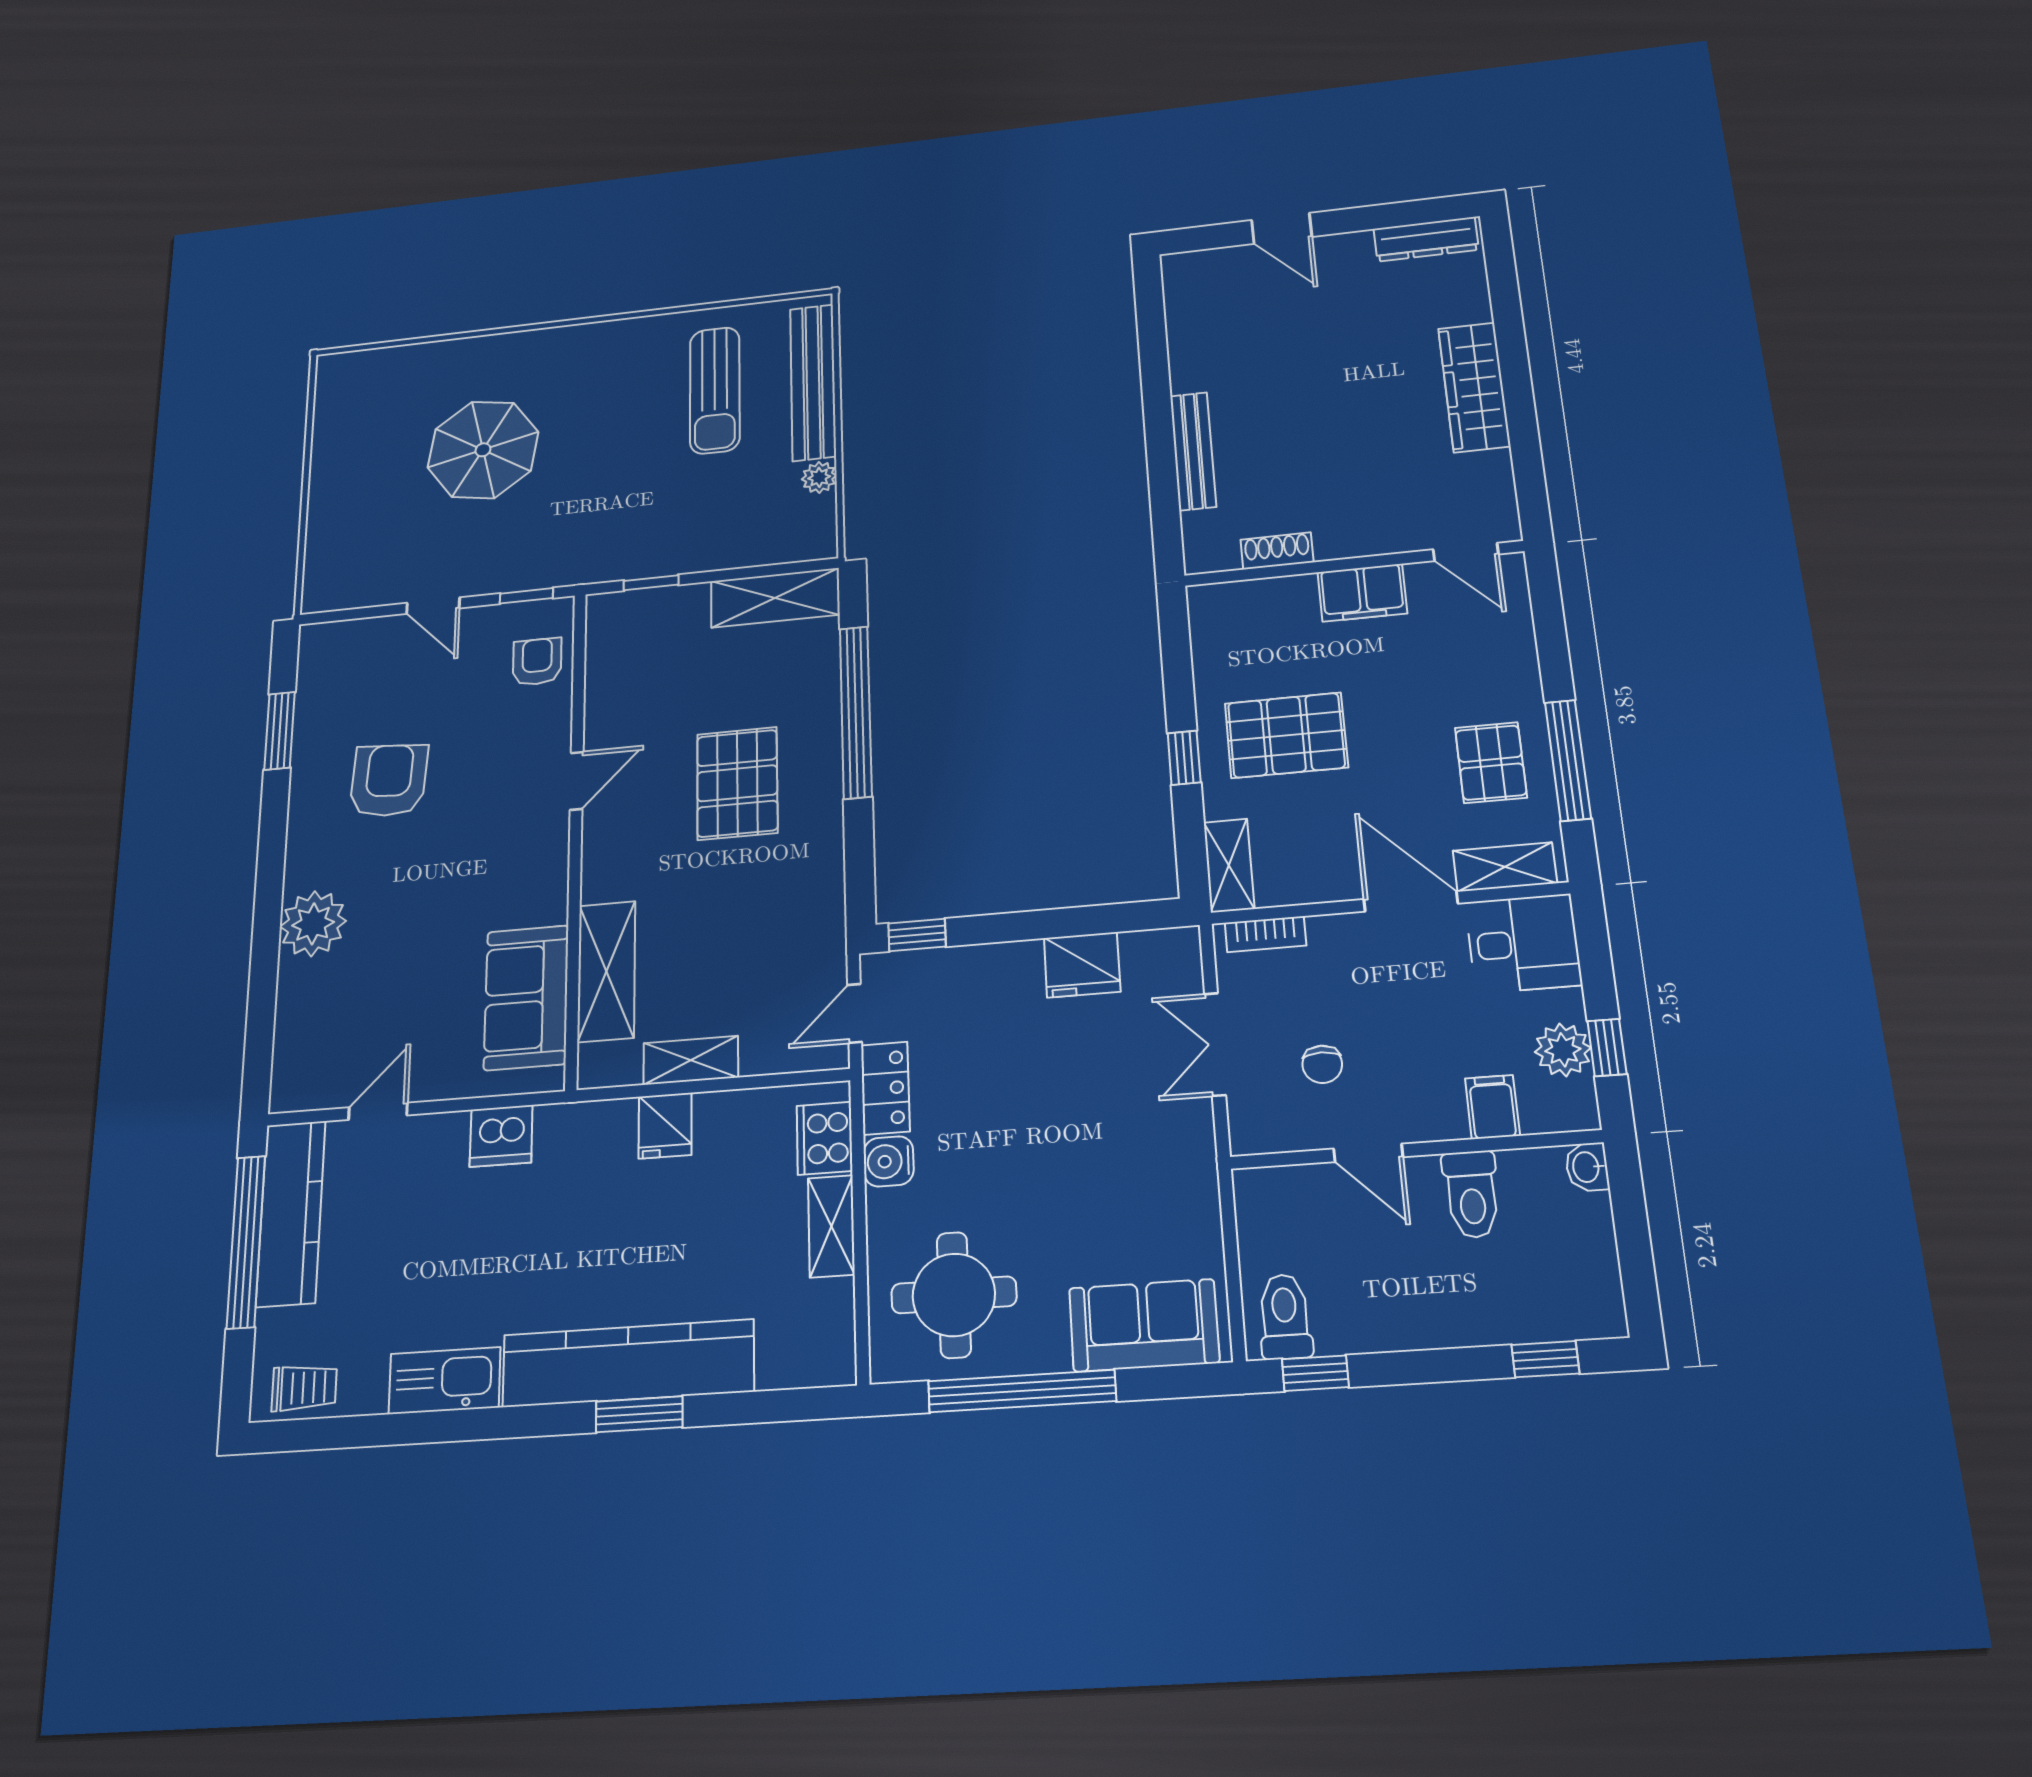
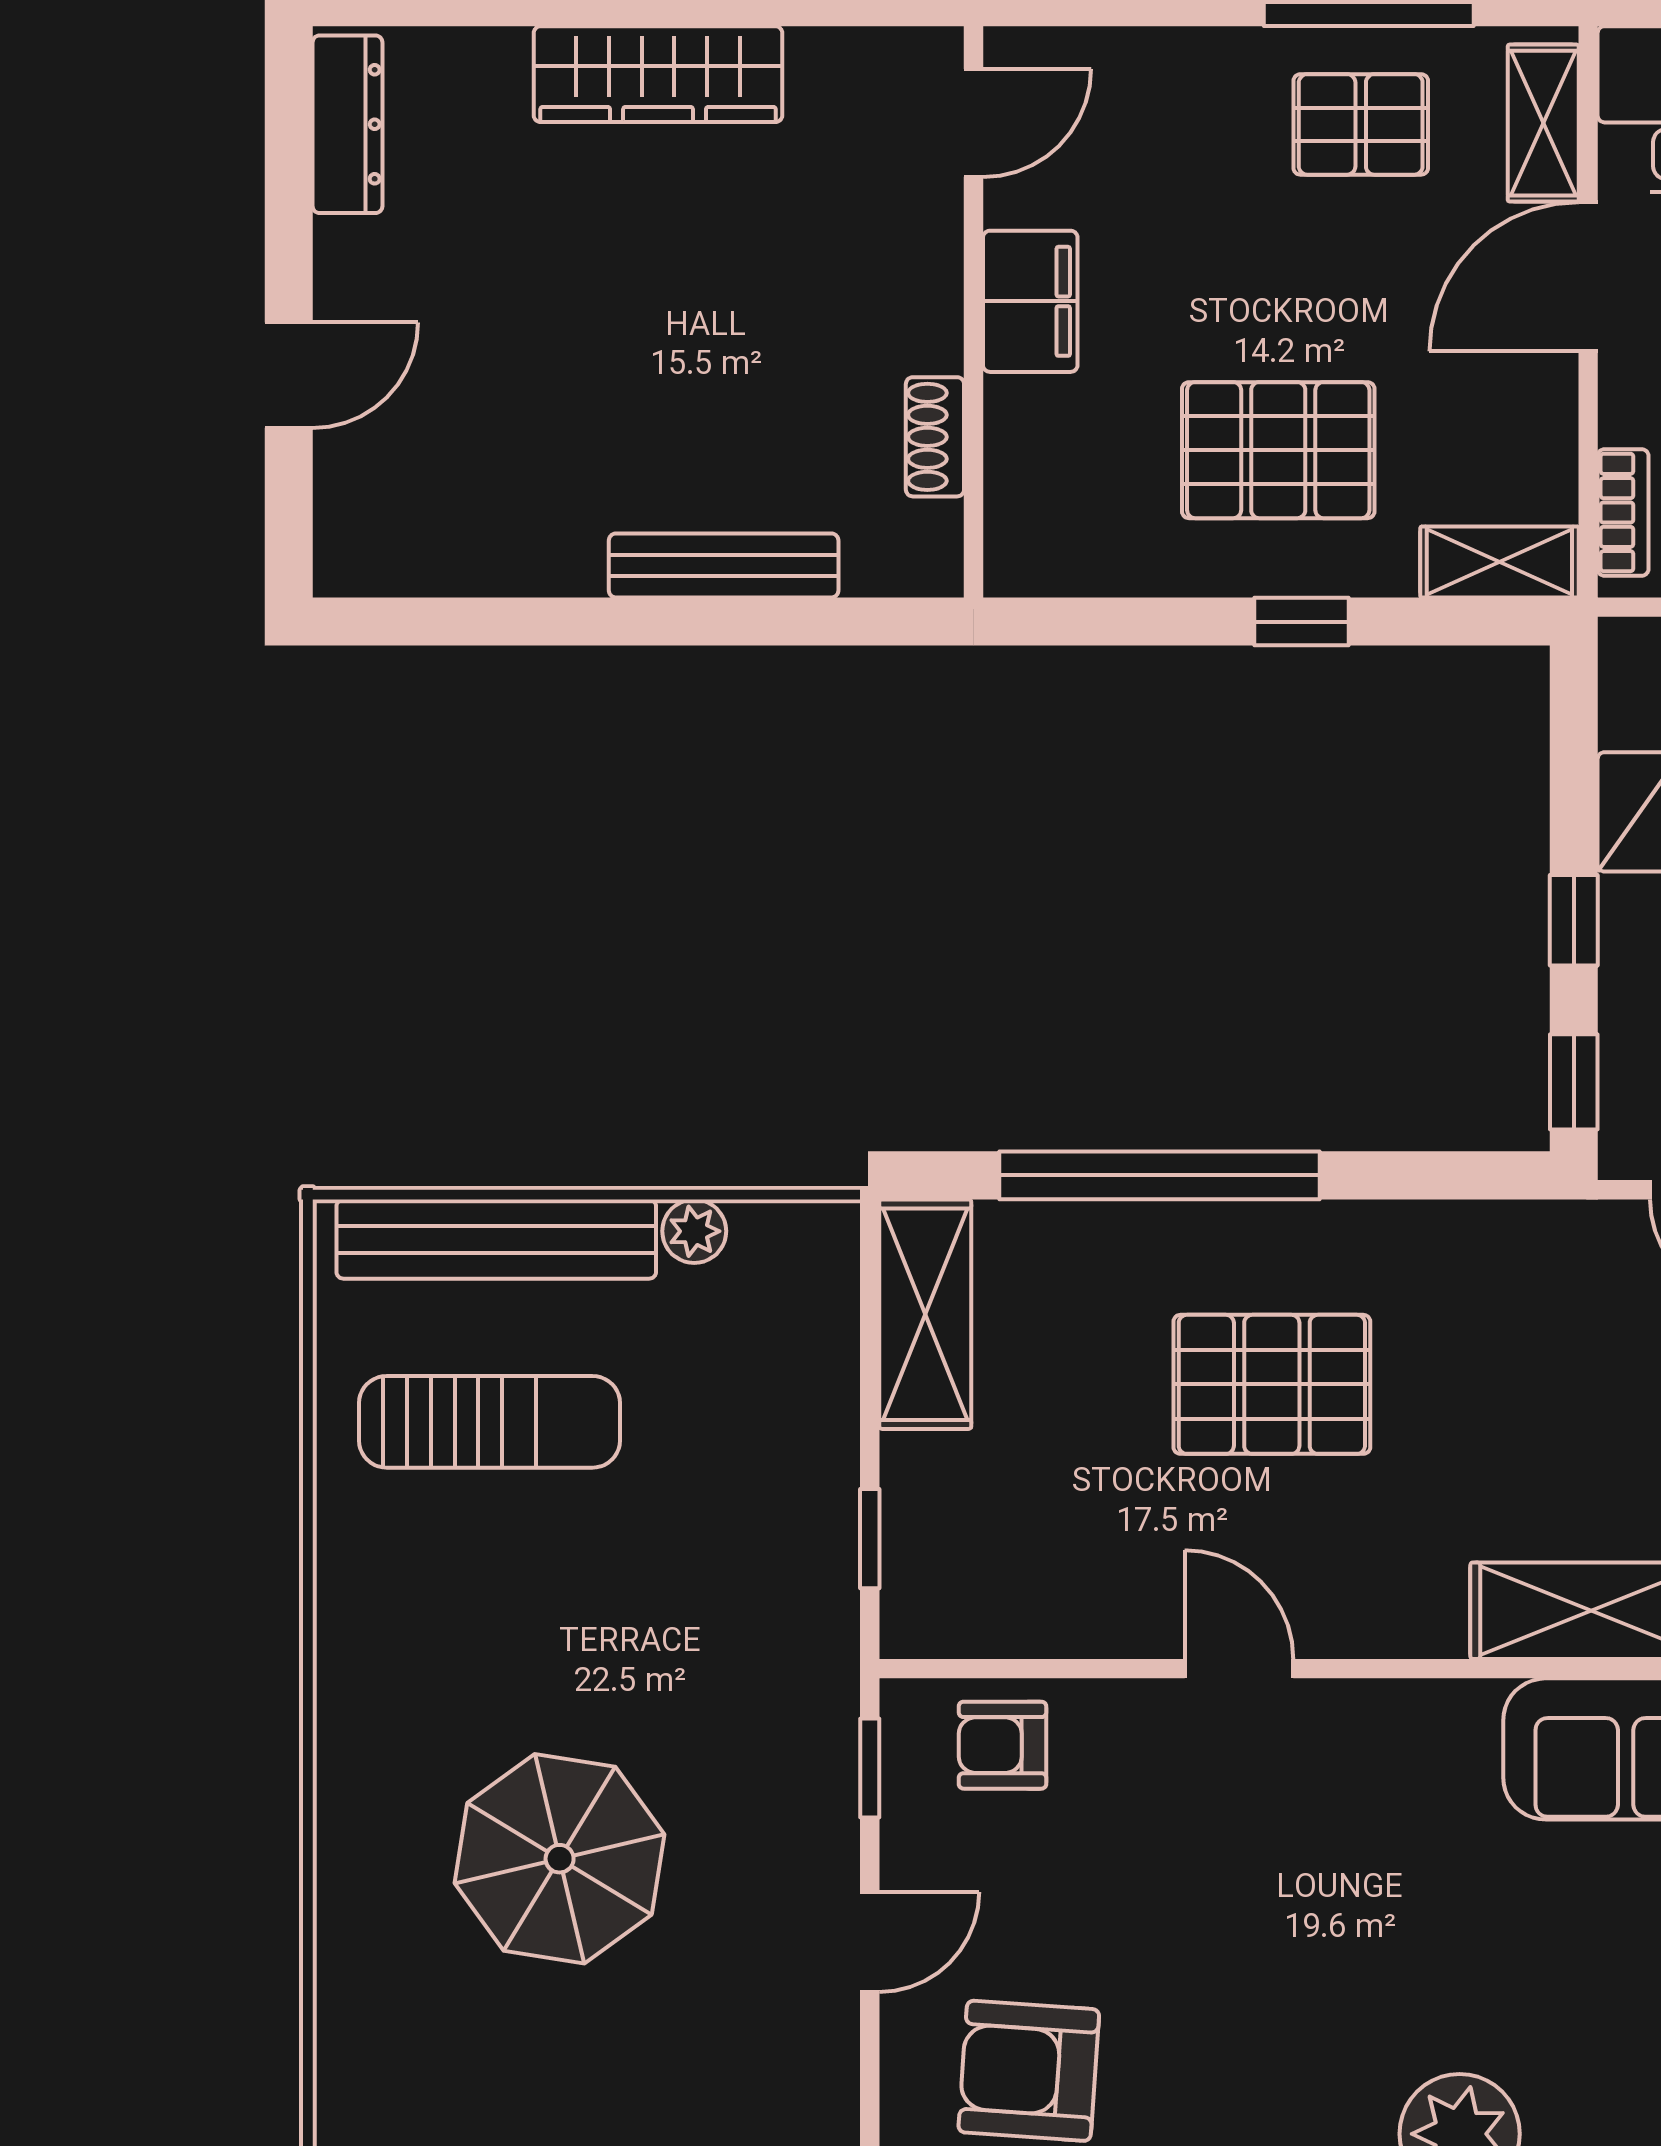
pallet: (1286, 735) -> (1278, 450), turned 90
armchair: (389, 780) -> (1029, 2071), moved
window: (1014, 927) -> (1574, 920), added

